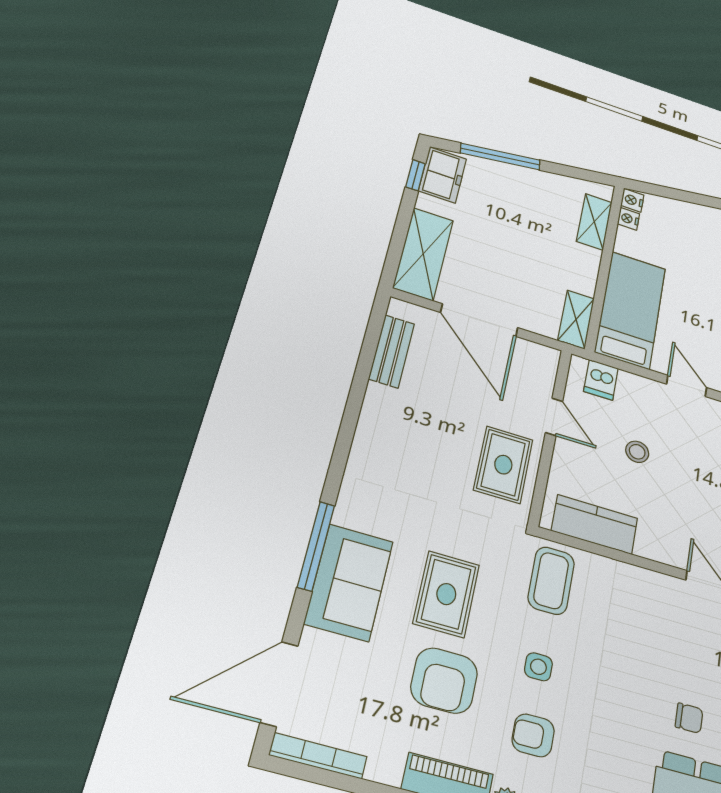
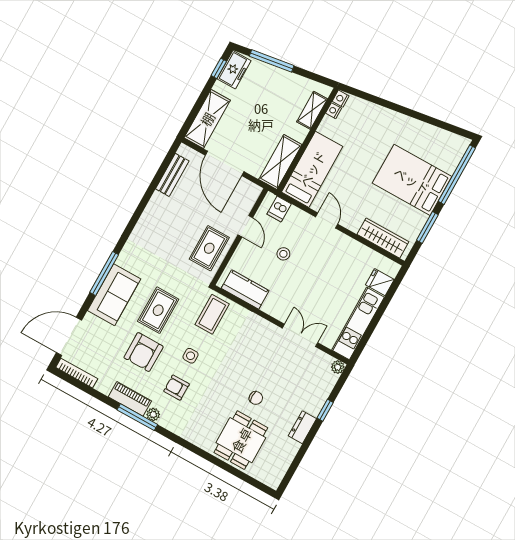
shelving: (576, 320) -> (280, 162), width x1.50, depth x1.33

